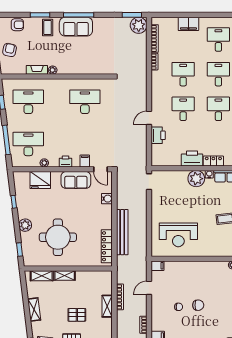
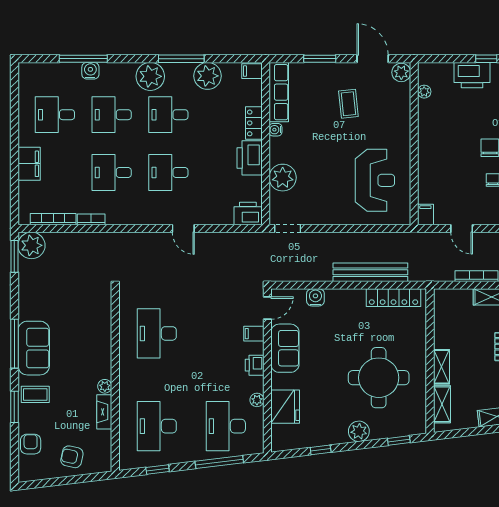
printer: (158, 135) -> (248, 214), moved
plant: (196, 179) -> (283, 178), moved

